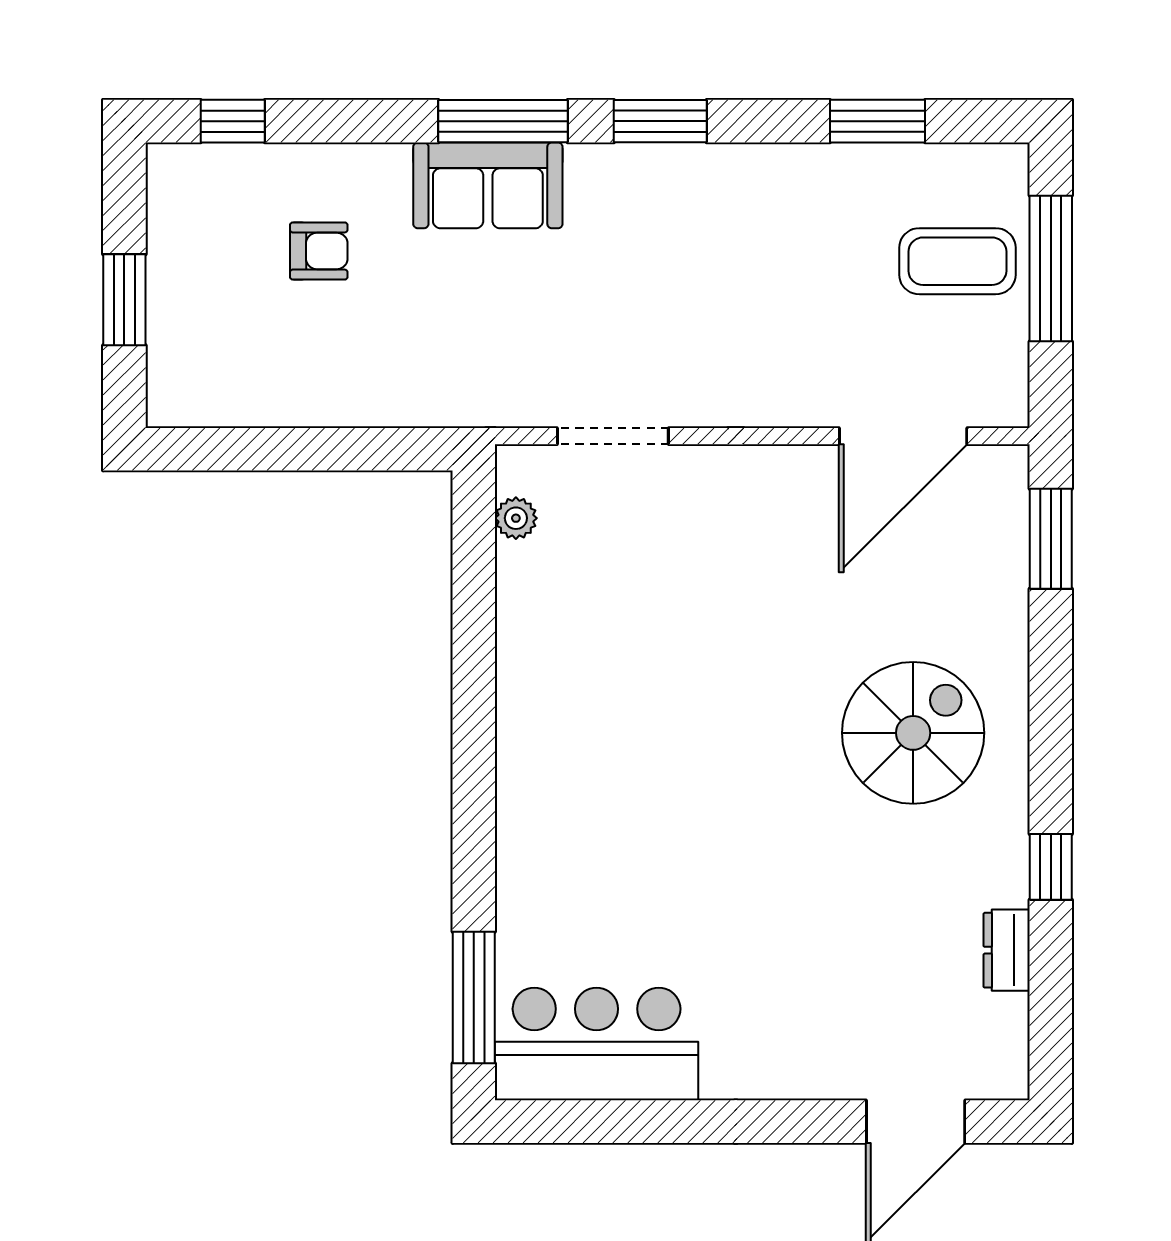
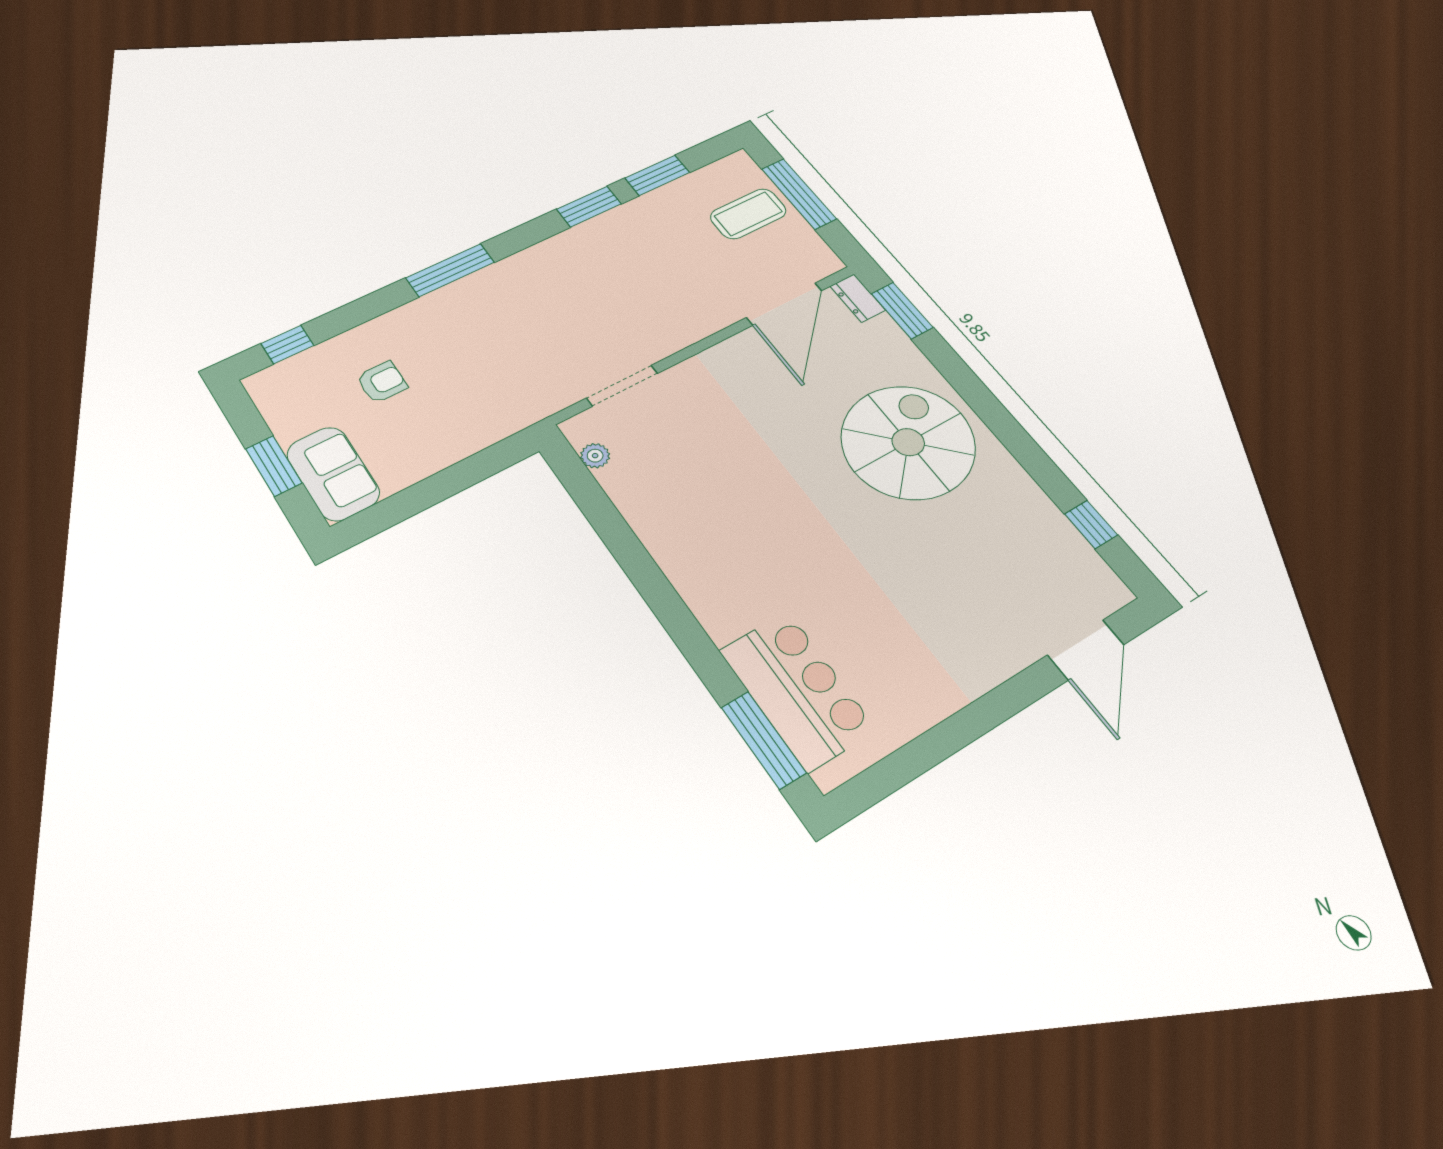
window: (660, 121) -> (589, 207), moved
sofa: (488, 185) -> (333, 474), moved, turned -90
spiral stairs: (913, 733) -> (908, 442), width x1.37, depth x1.37
window: (1051, 867) -> (1091, 525), moved
dresser: (1007, 950) -> (858, 298), moved
bar counter: (597, 1044) -> (797, 690), moved, turned 90

